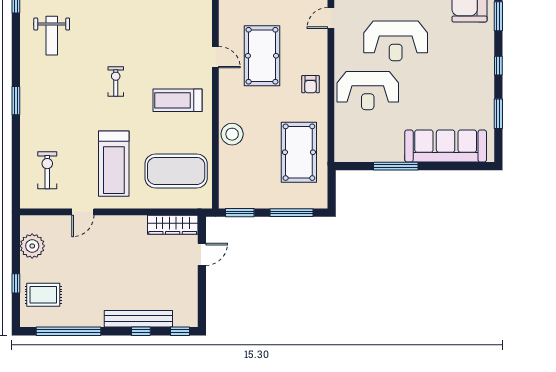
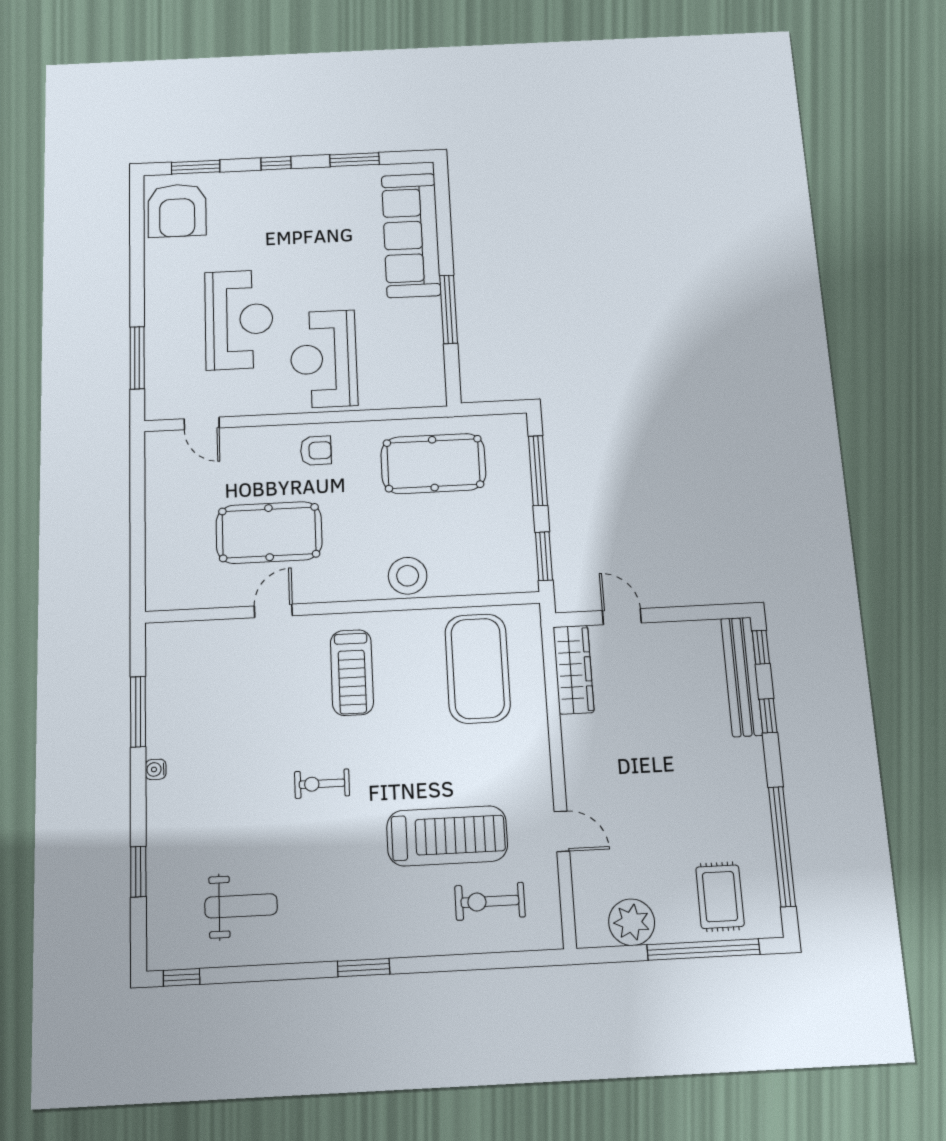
reception desk: (368, 91) -> (324, 359), turned 180
treadmill: (114, 164) -> (447, 836), moved
window: (16, 283) -> (703, 950), width x3.17
bench: (138, 319) -> (742, 677), moved

